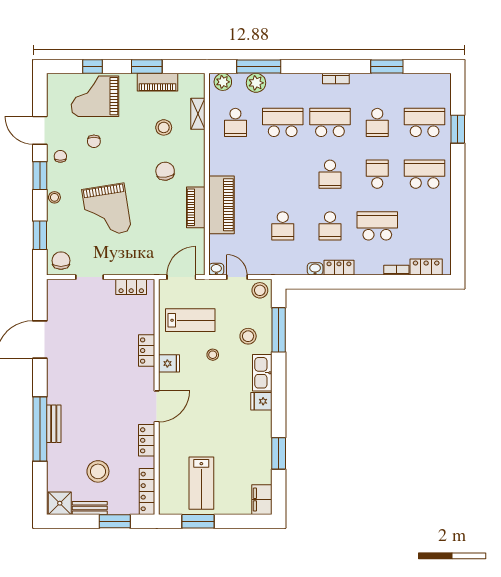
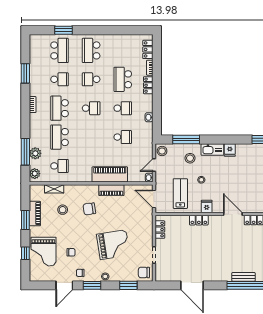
school desk: (425, 122) -> (60, 50), turned 180
locker: (339, 268) -> (148, 85), moved

